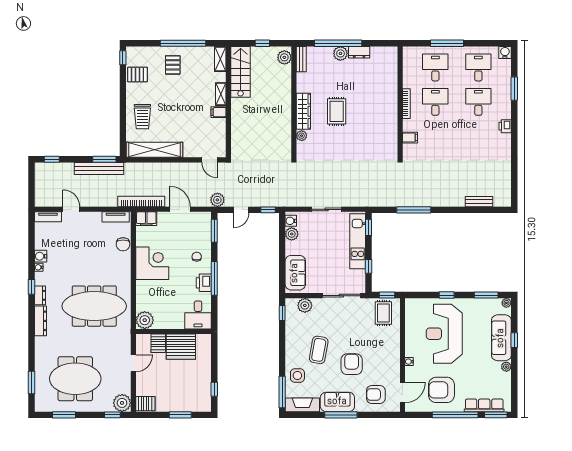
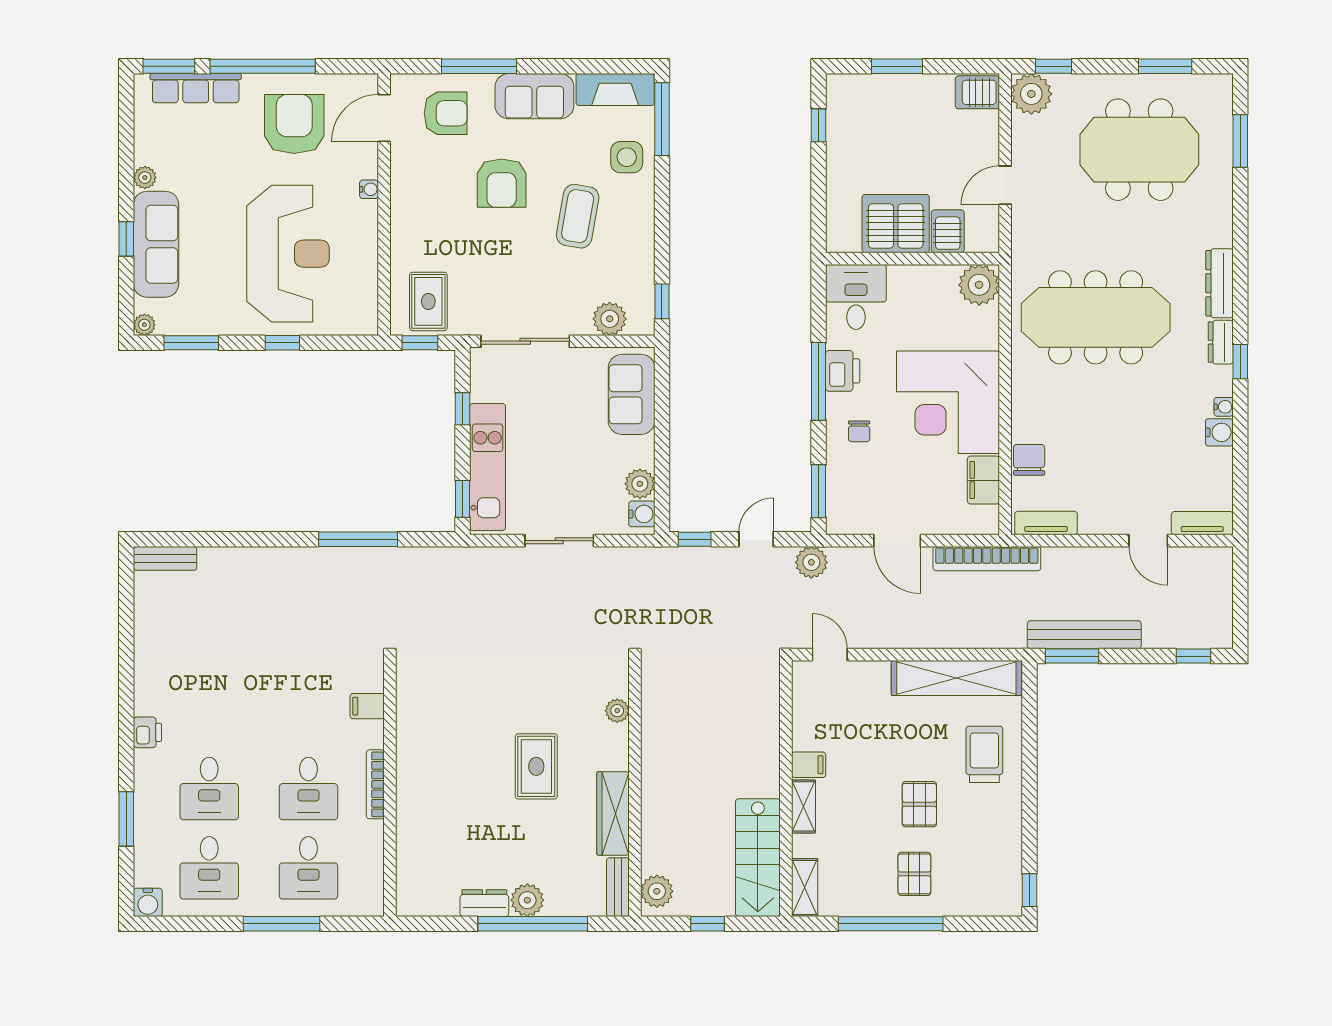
pallet: (137, 74) -> (919, 804), moved, turned 90
wardrobe: (303, 111) -> (613, 813), moved
bench: (479, 202) -> (165, 558), moved
filing cabinet: (146, 219) -> (983, 480), moved, turned -90
corner desk: (152, 263) -> (948, 402), width x1.36, depth x1.36
armchair: (441, 390) -> (294, 124), turned -90
window: (341, 415) -> (479, 66), moved

